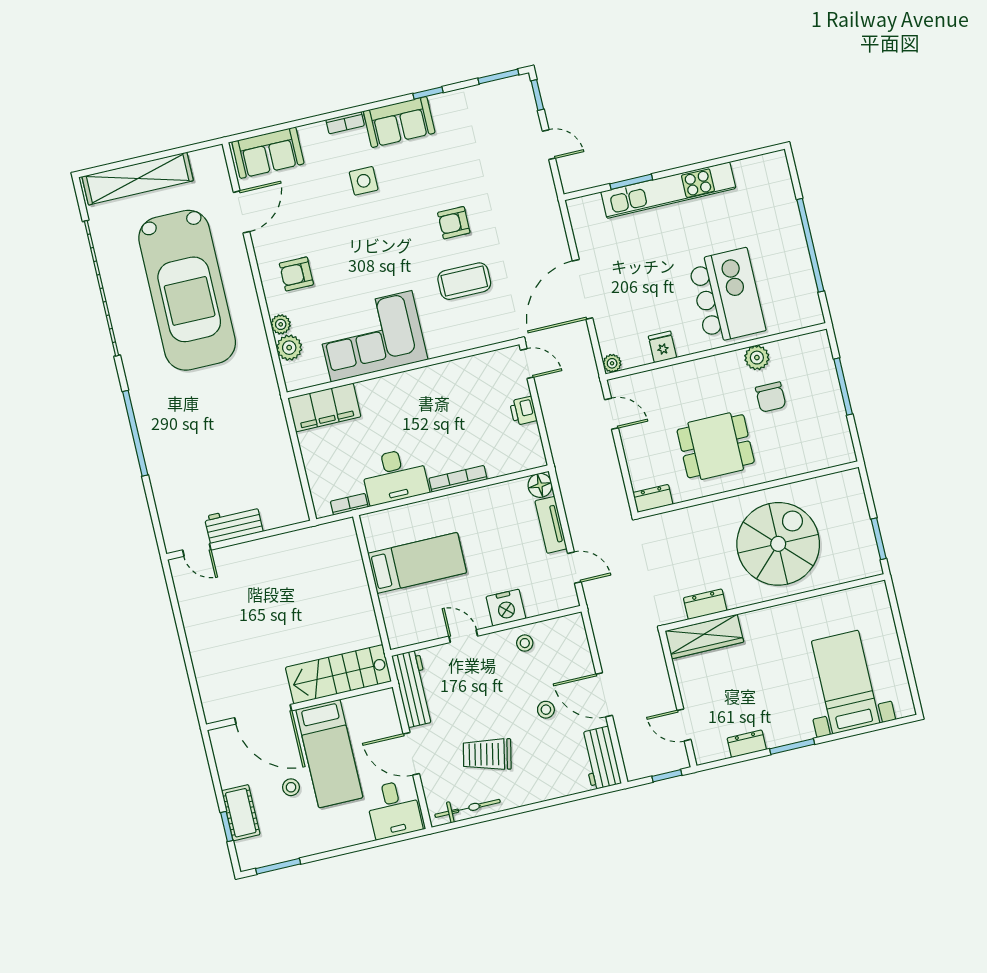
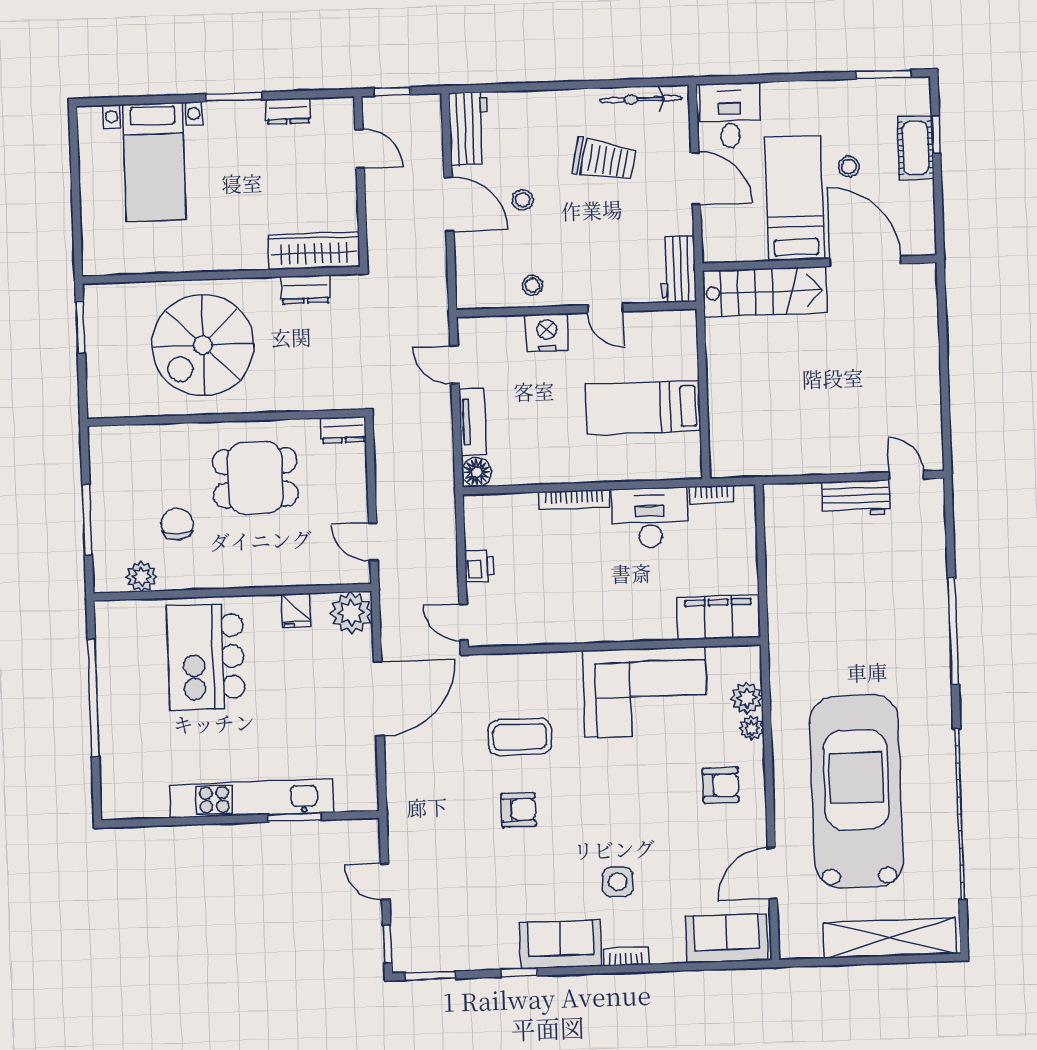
plant: (757, 358) -> (141, 577), moved
plant: (612, 363) -> (351, 613), width x1.87, depth x1.87
workbench: (413, 689) -> (678, 269), width x0.73

